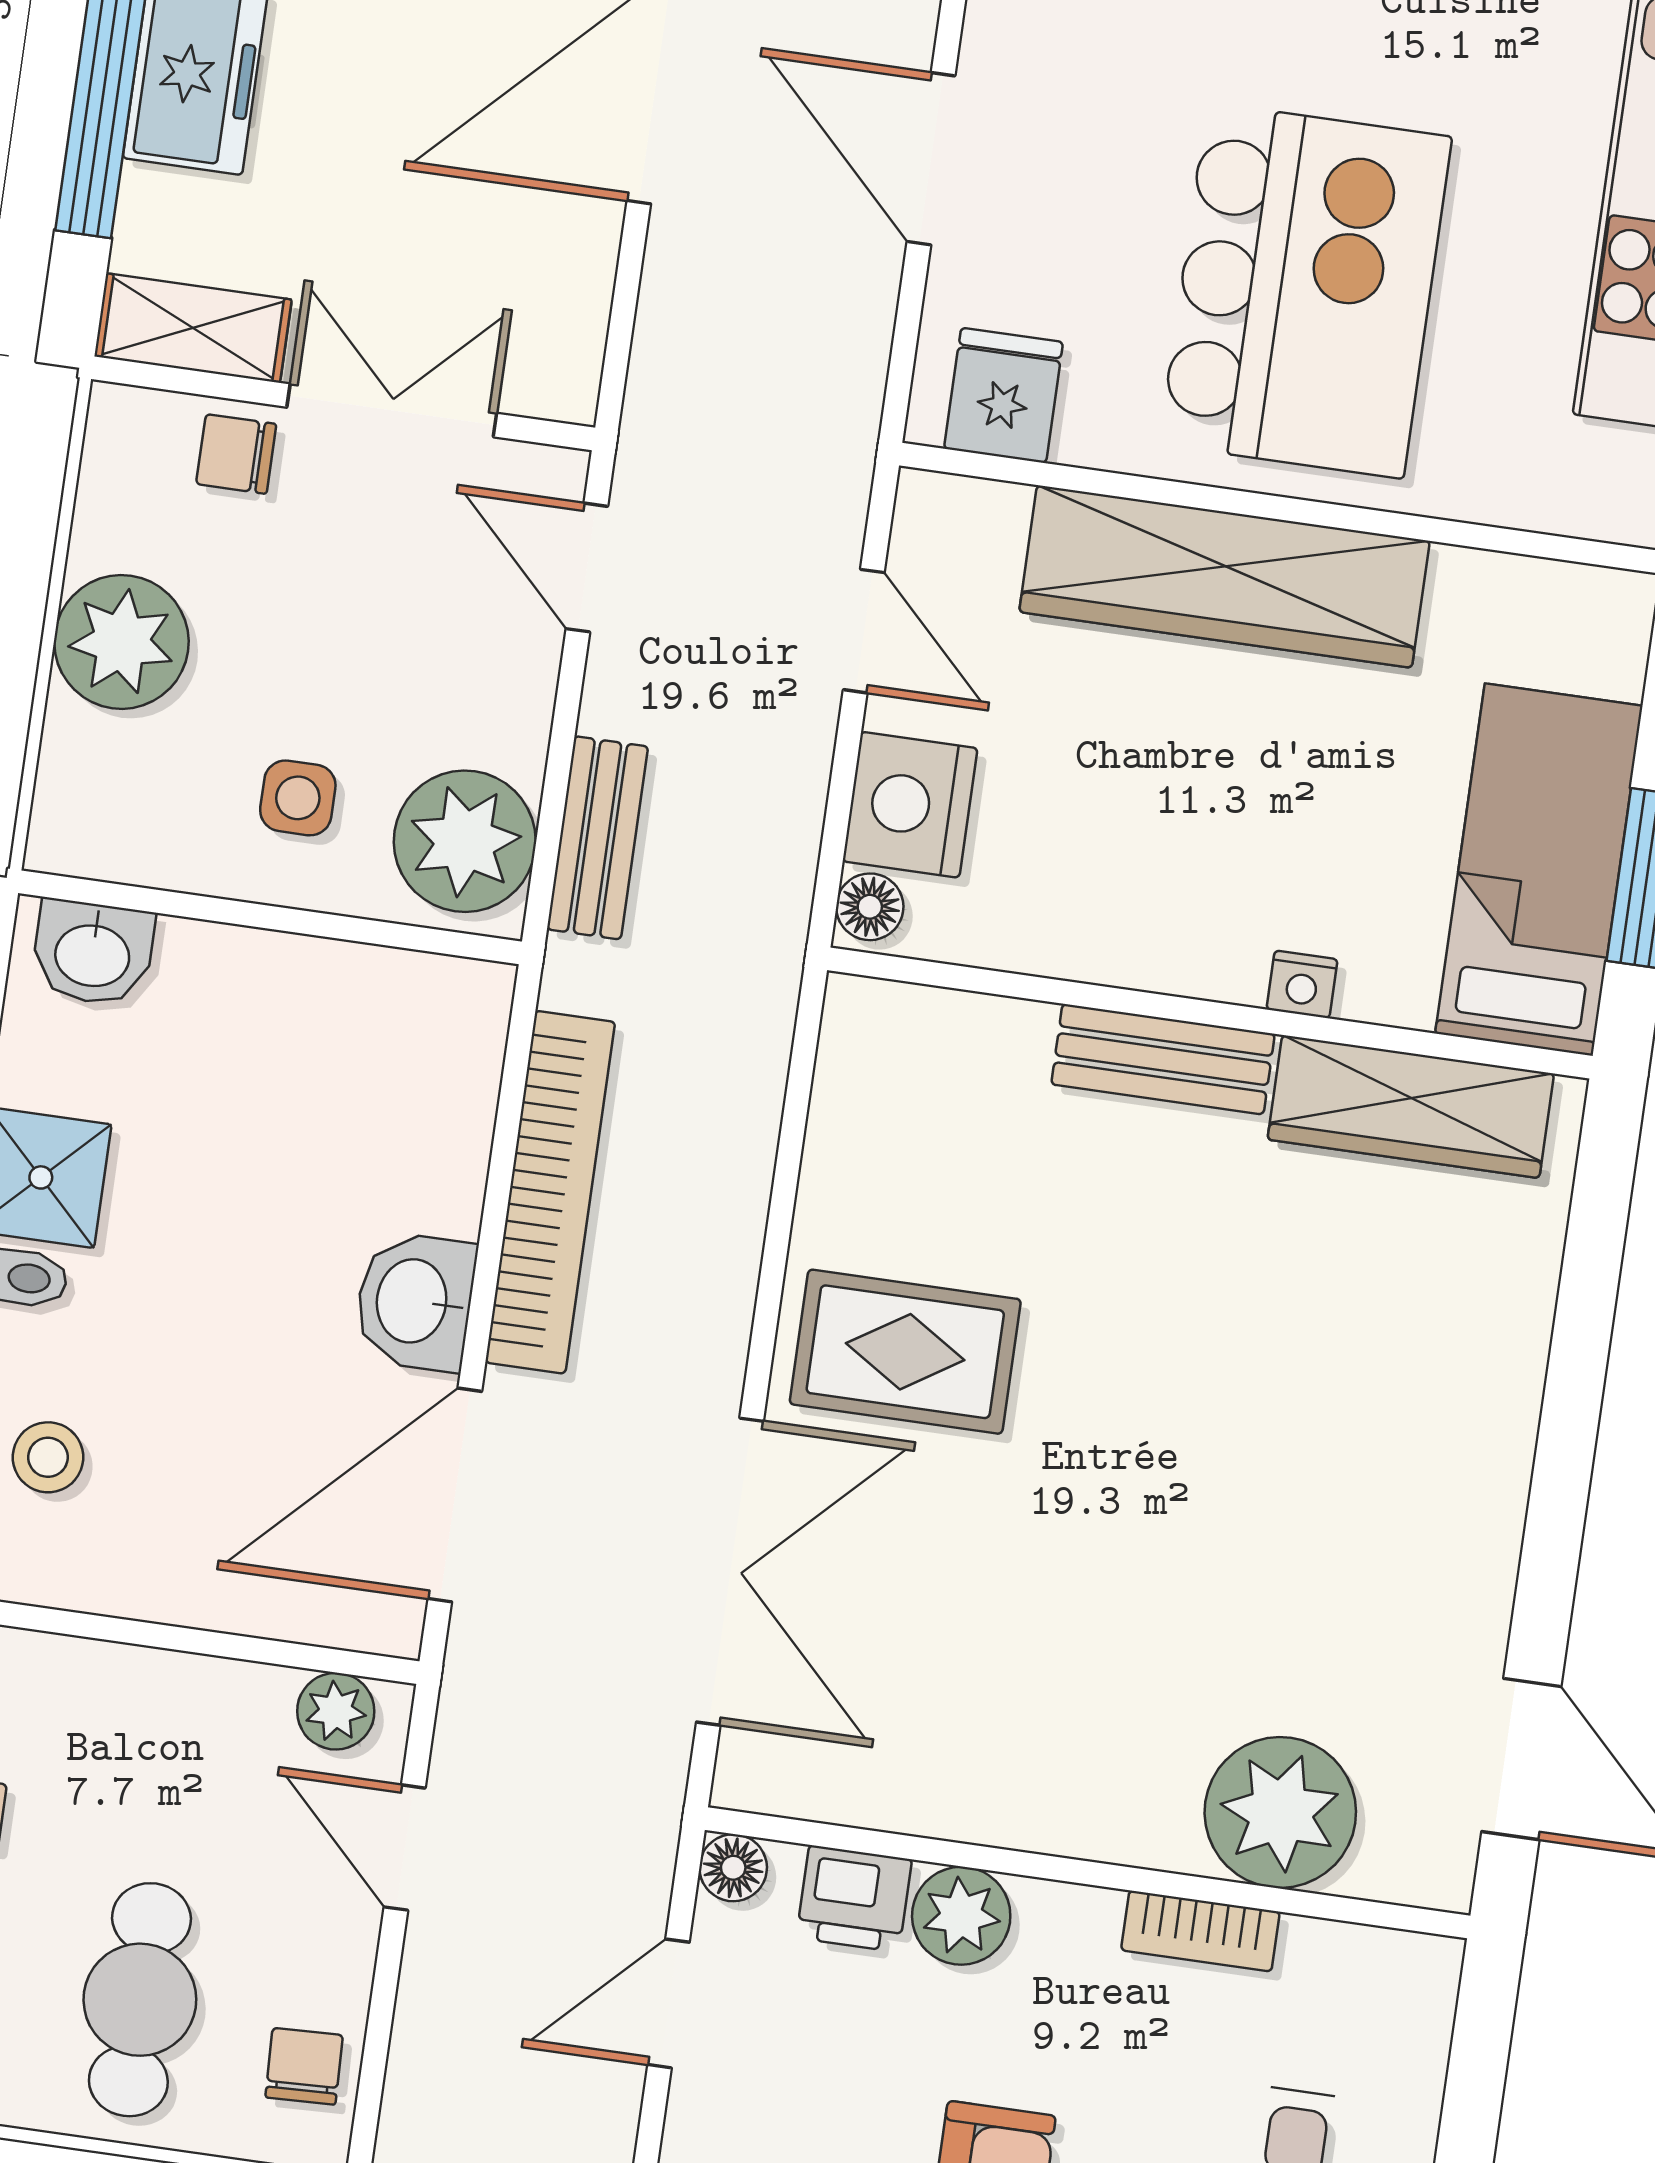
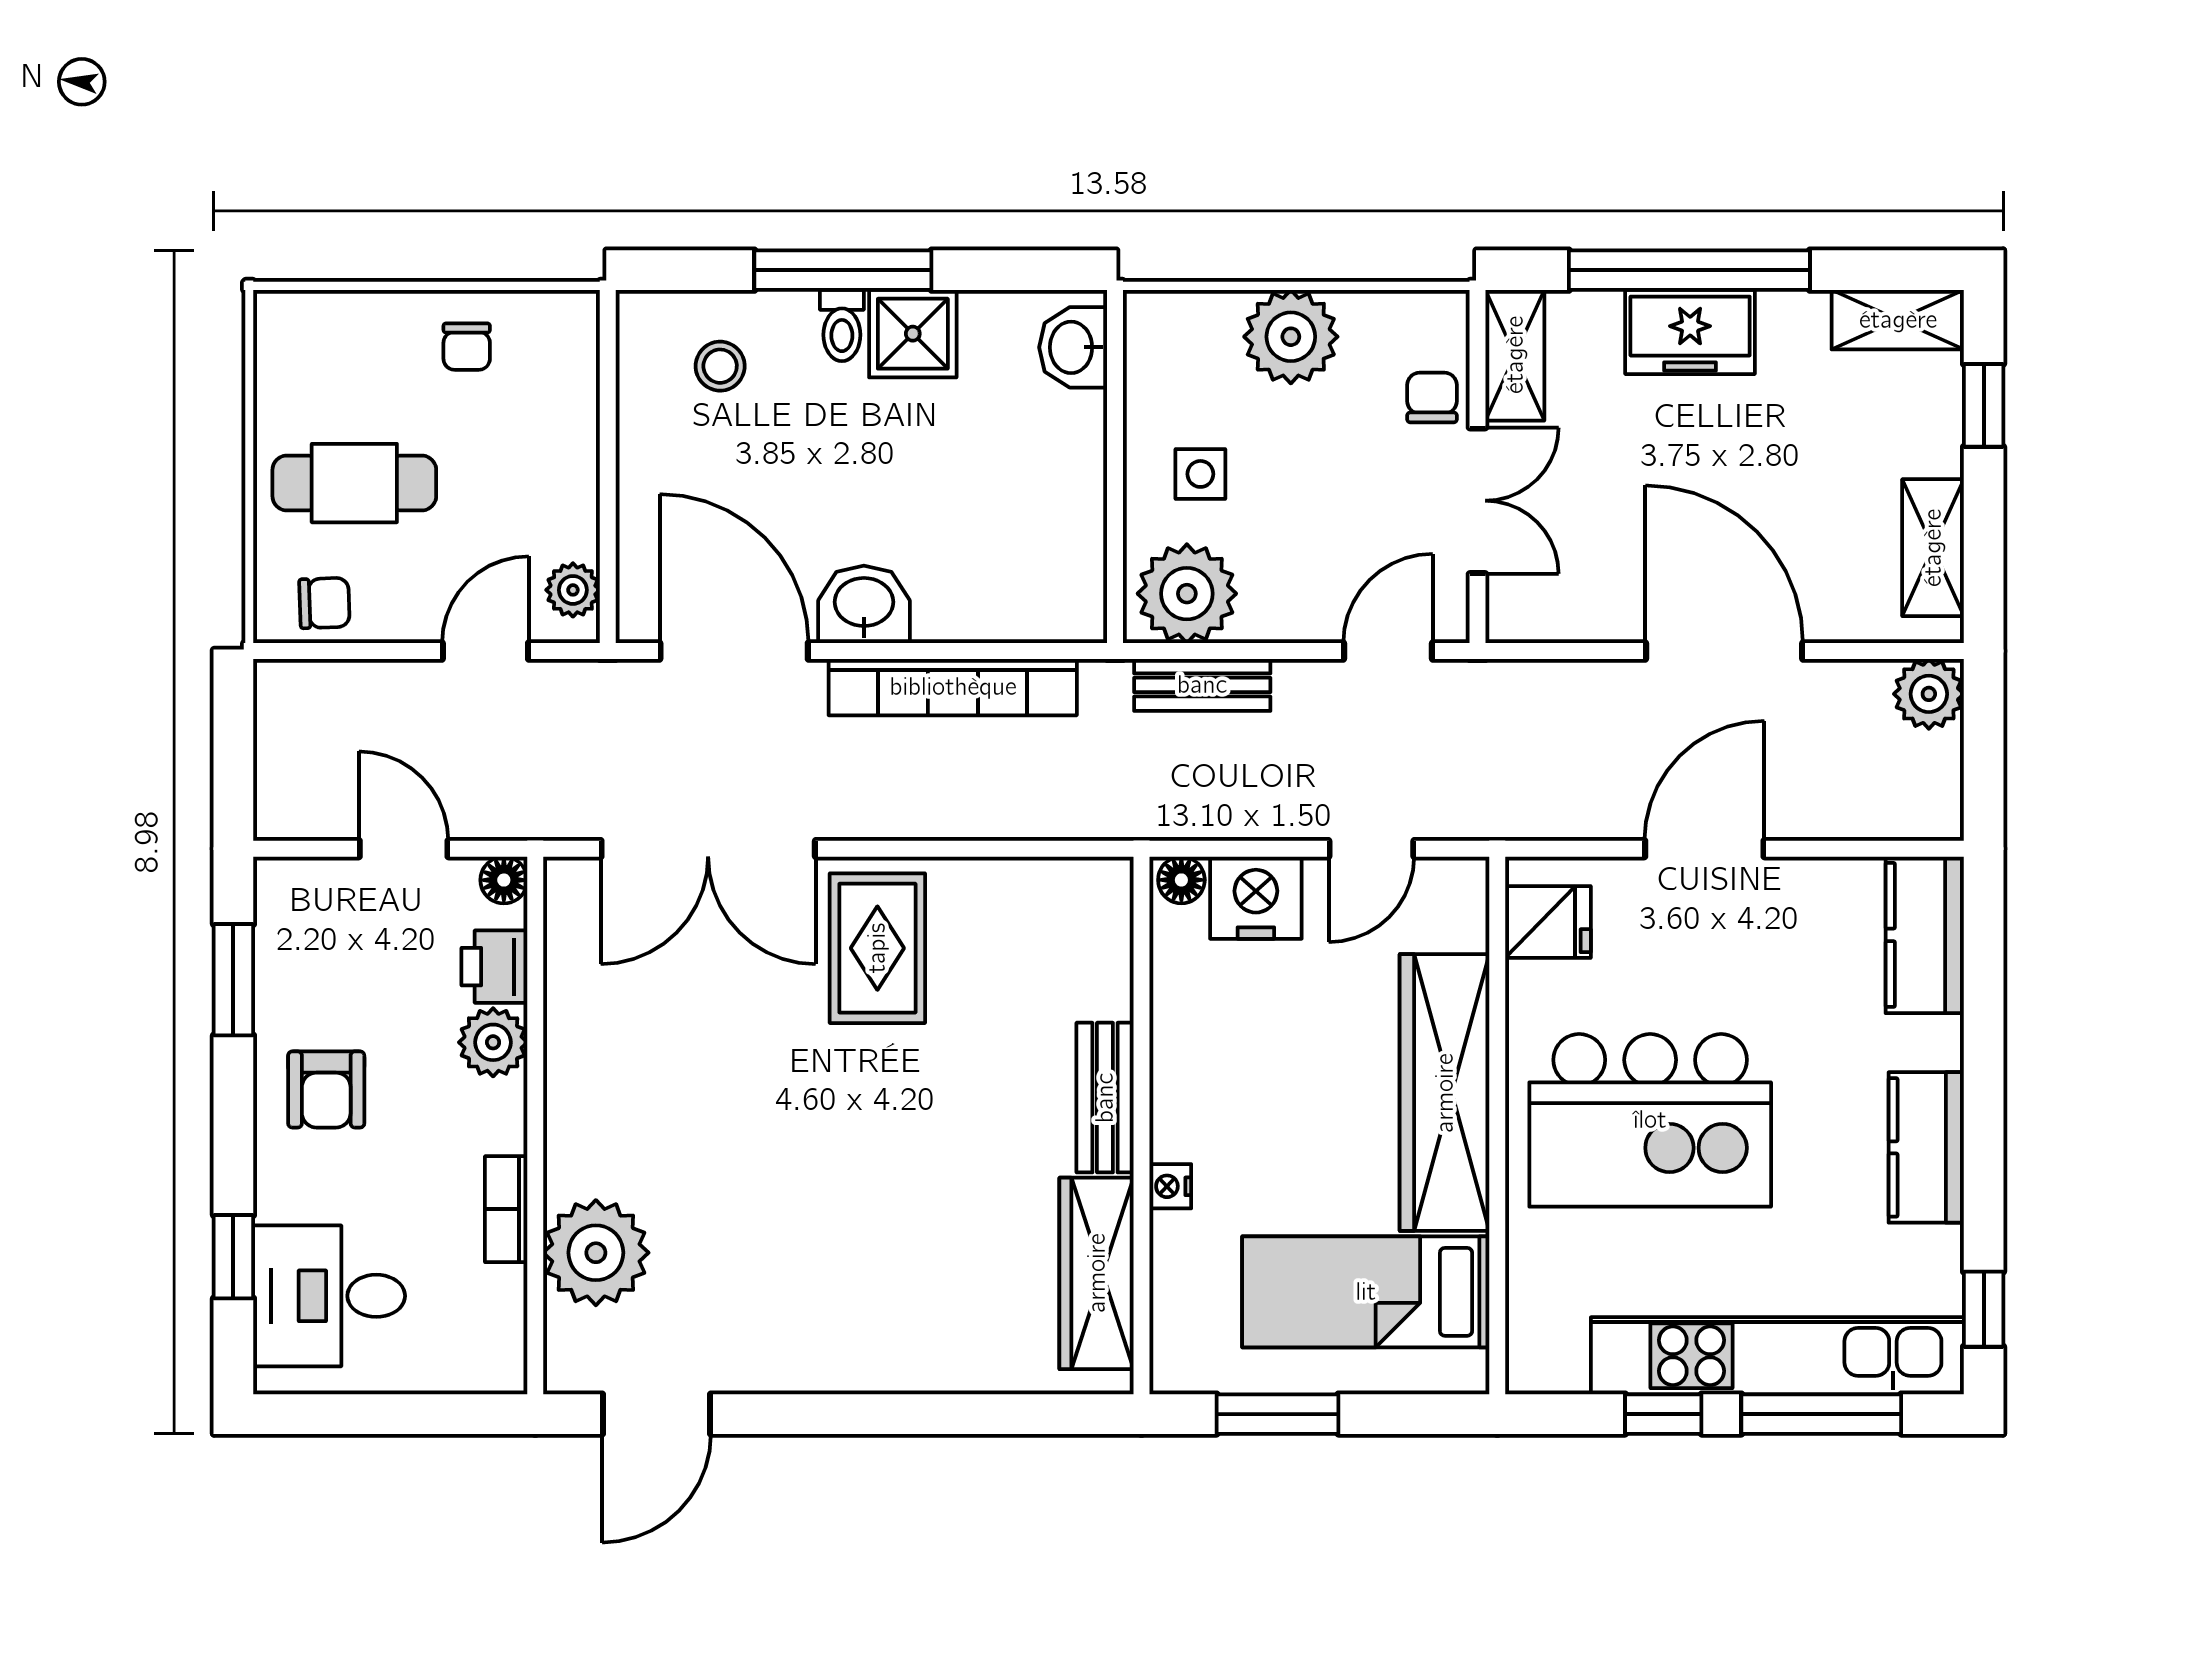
bed: (1539, 870) -> (1366, 1292), moved, turned 180

